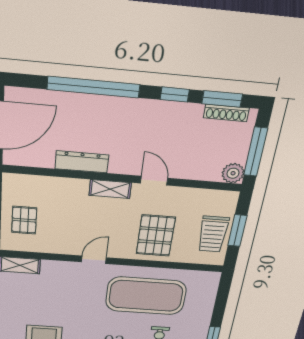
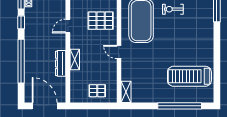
shelving: (110, 189) -> (75, 59), moved

